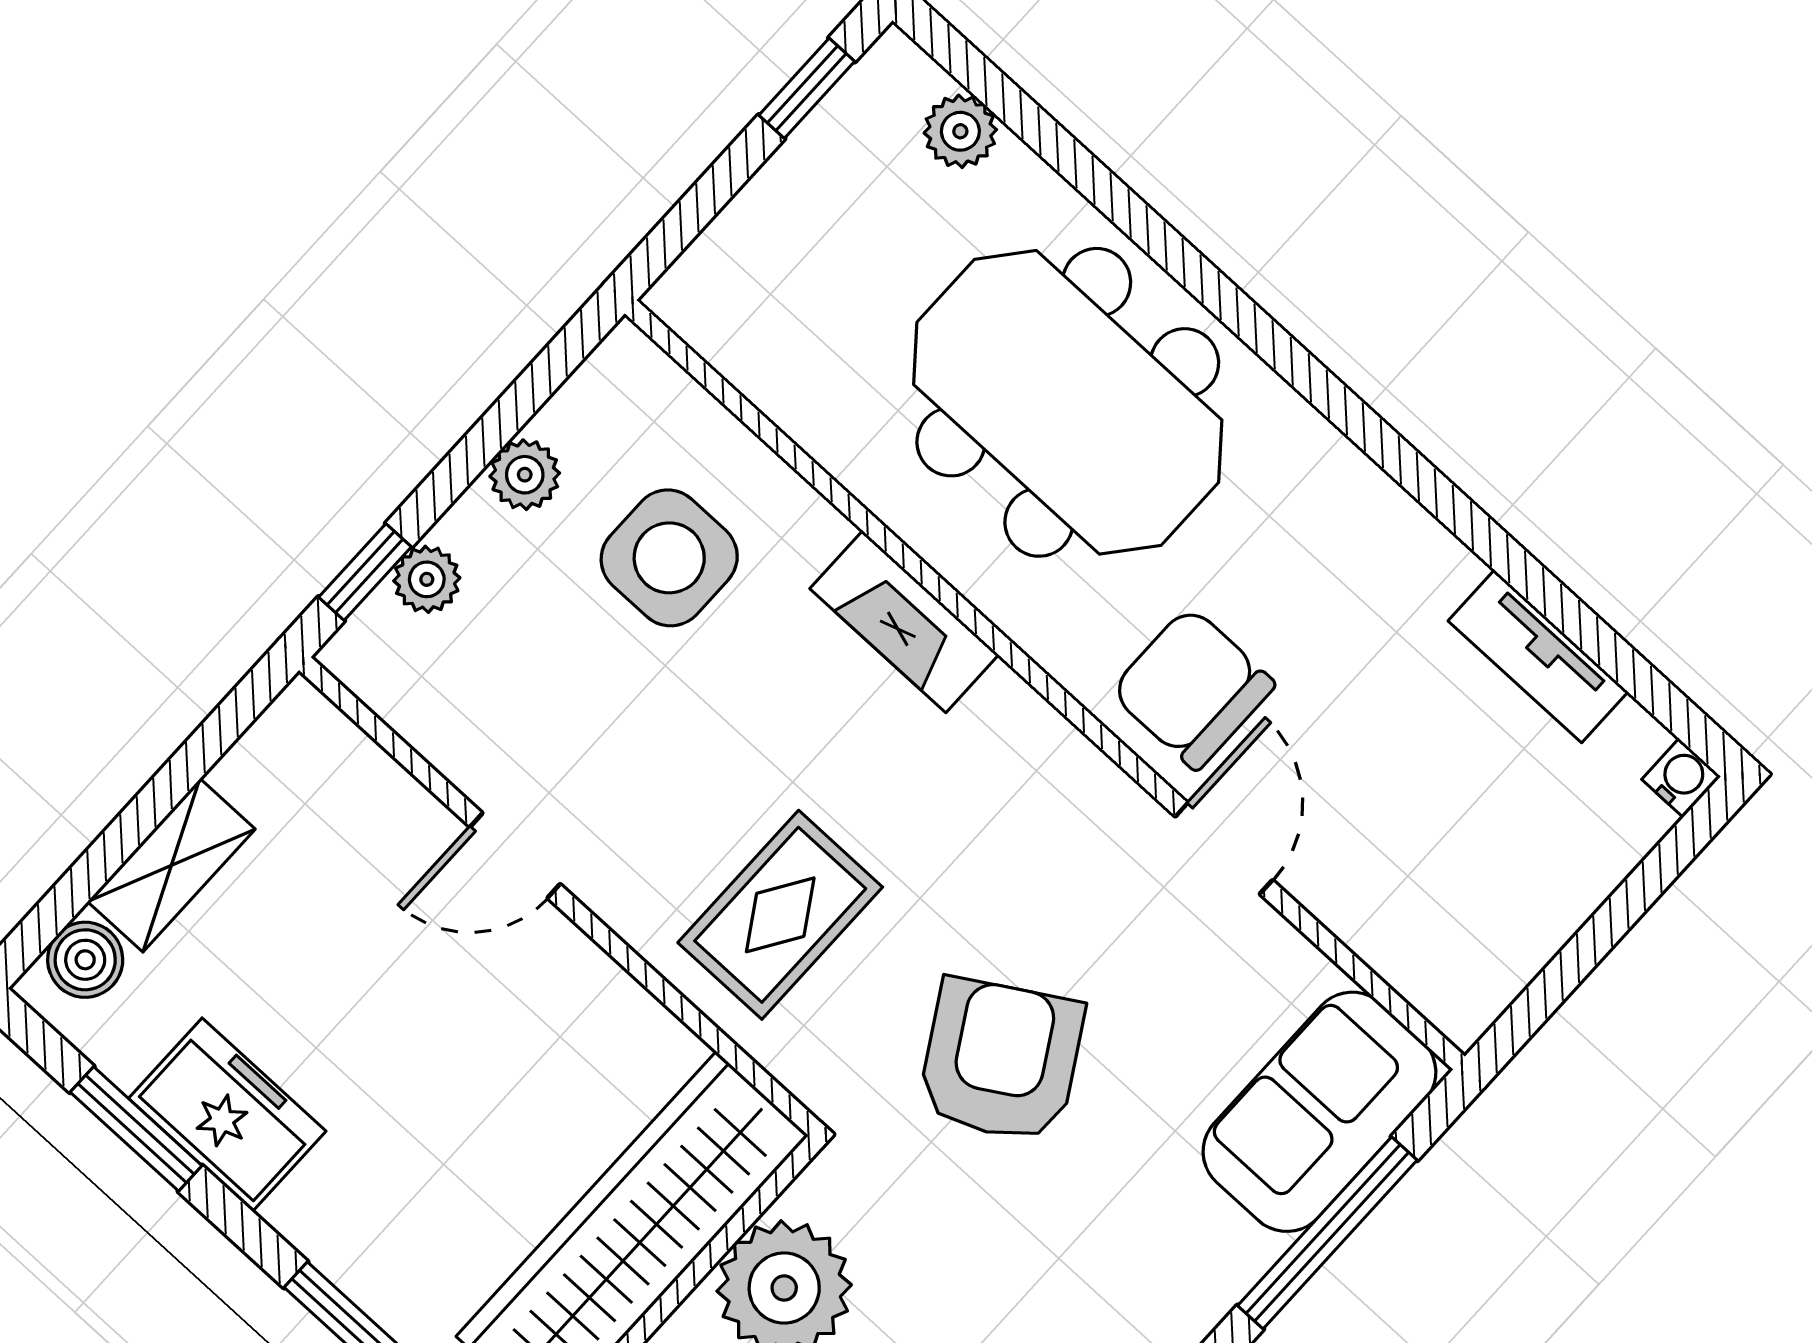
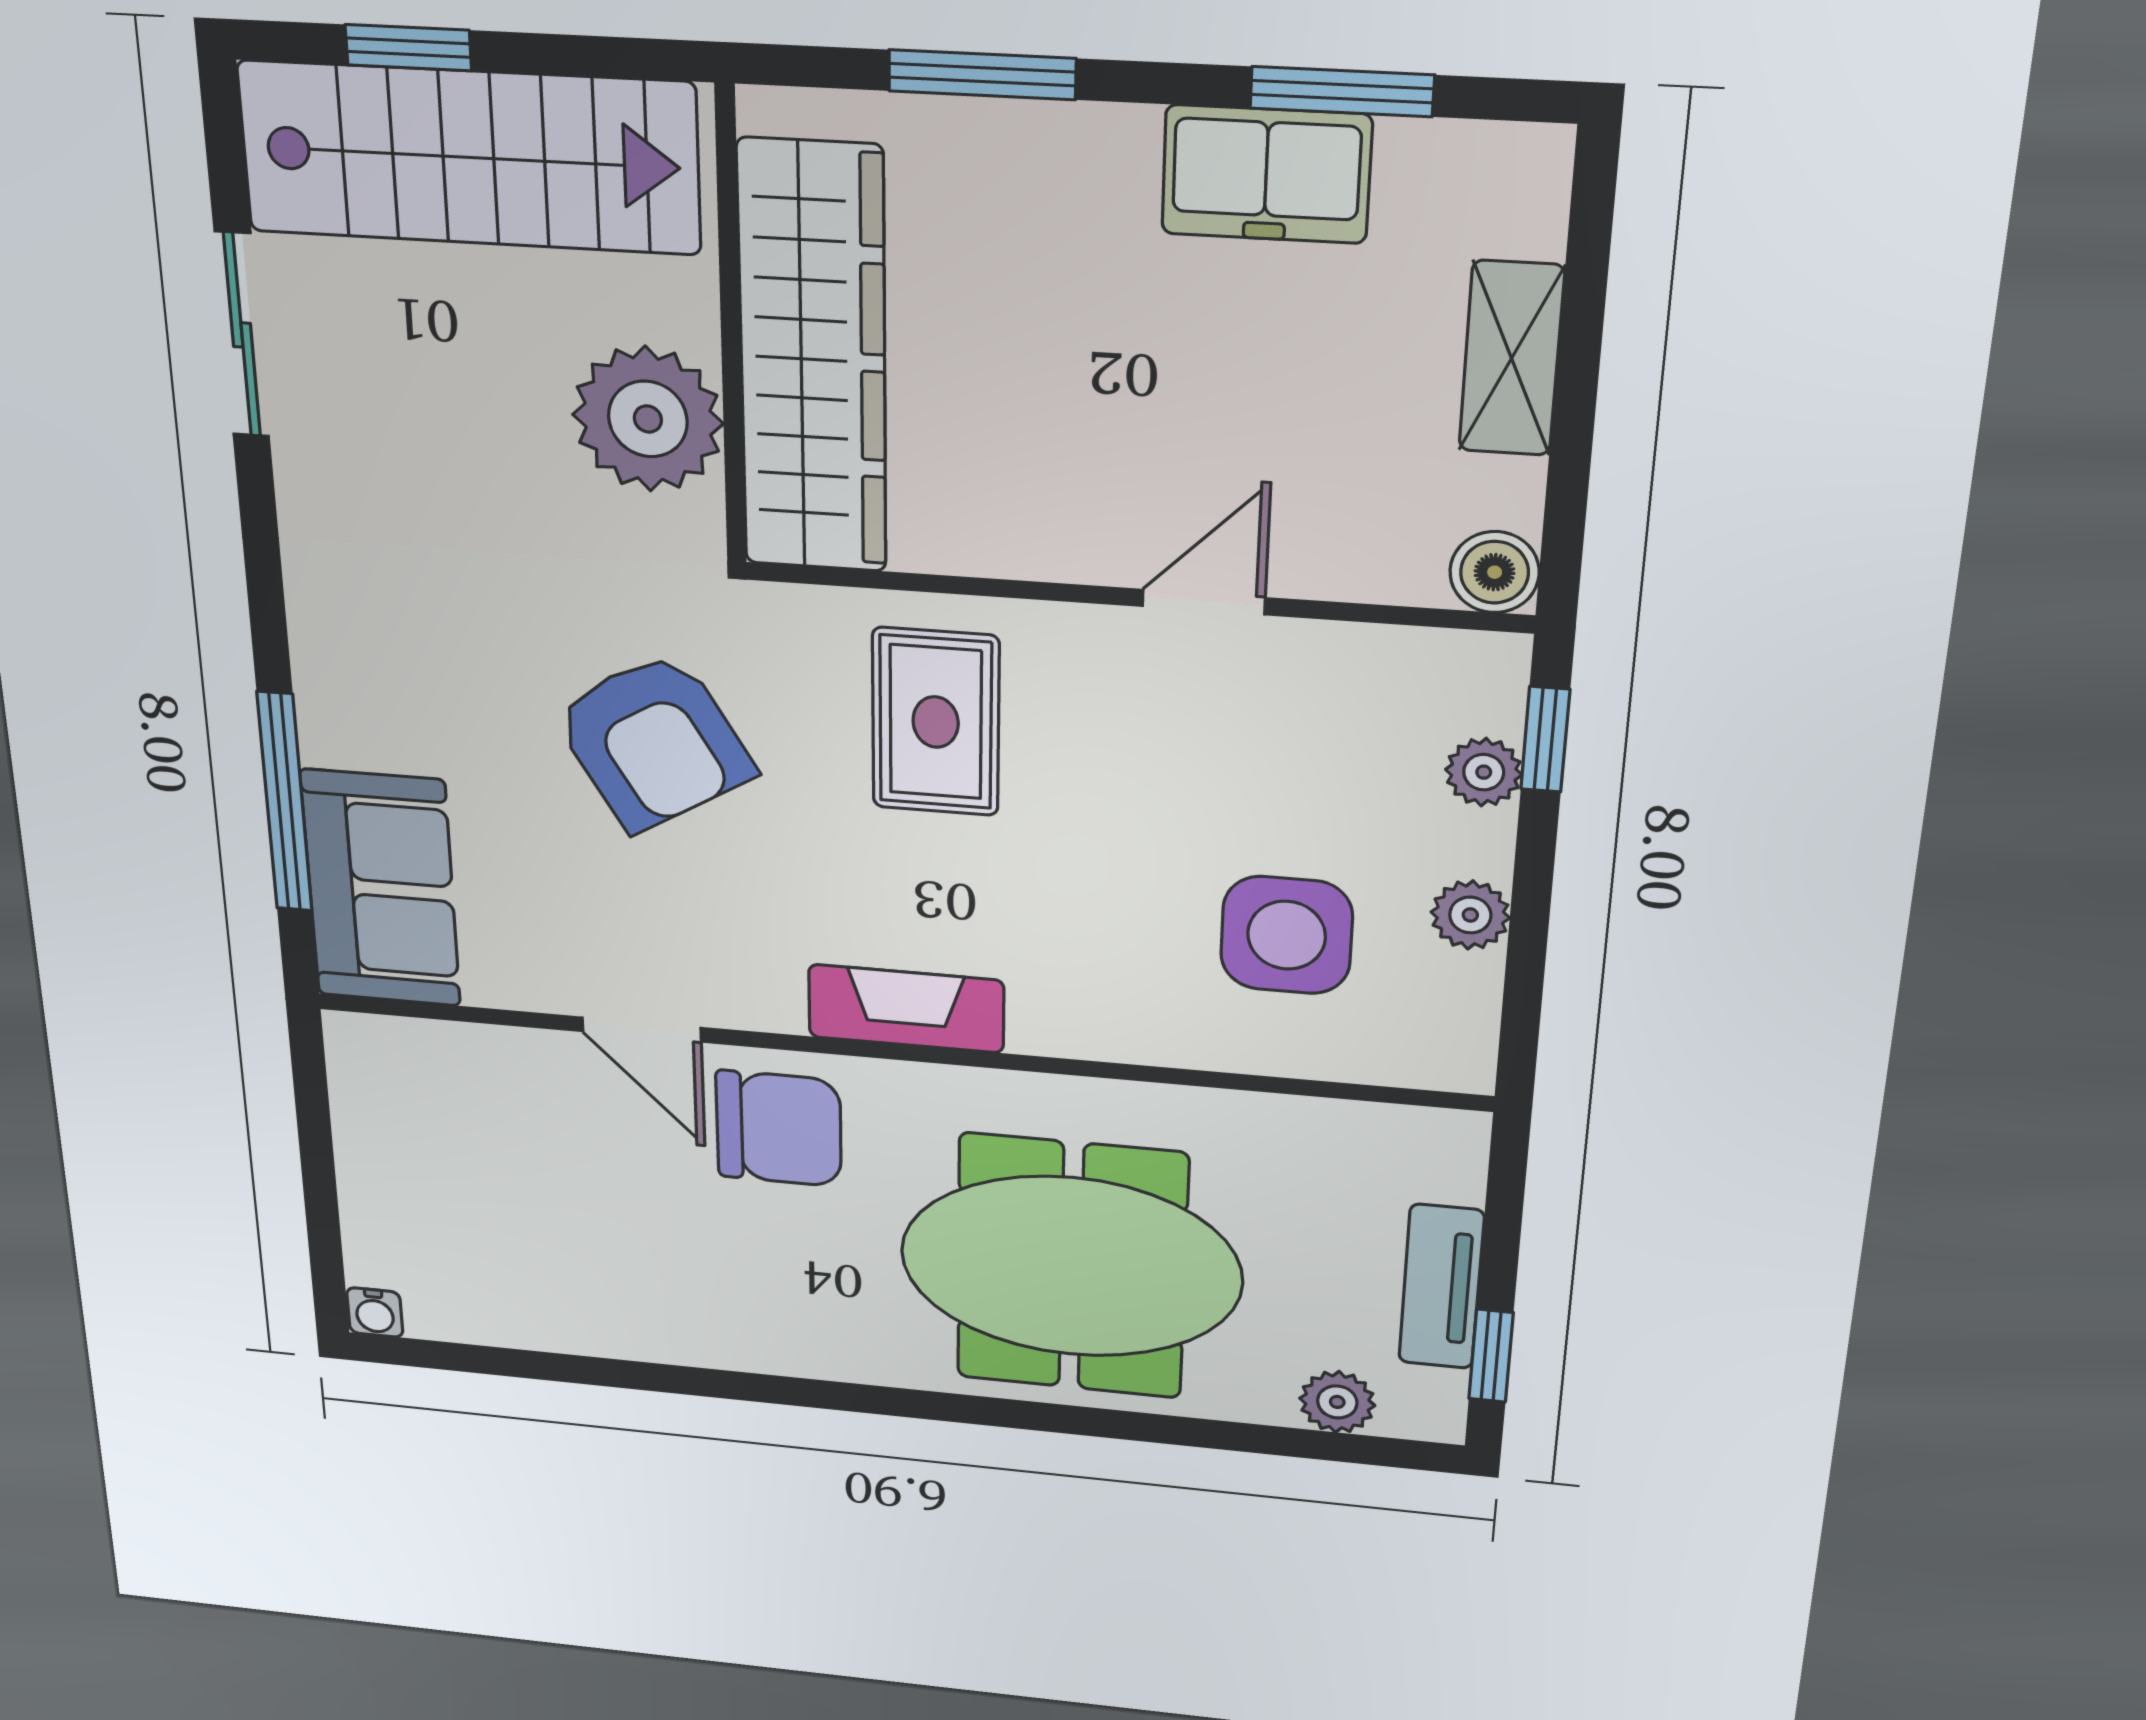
fireplace: (904, 622) -> (906, 1009), moved
tv unit: (1538, 656) -> (1441, 1287), moved, turned -90
boiler: (85, 960) -> (1495, 572), moved

